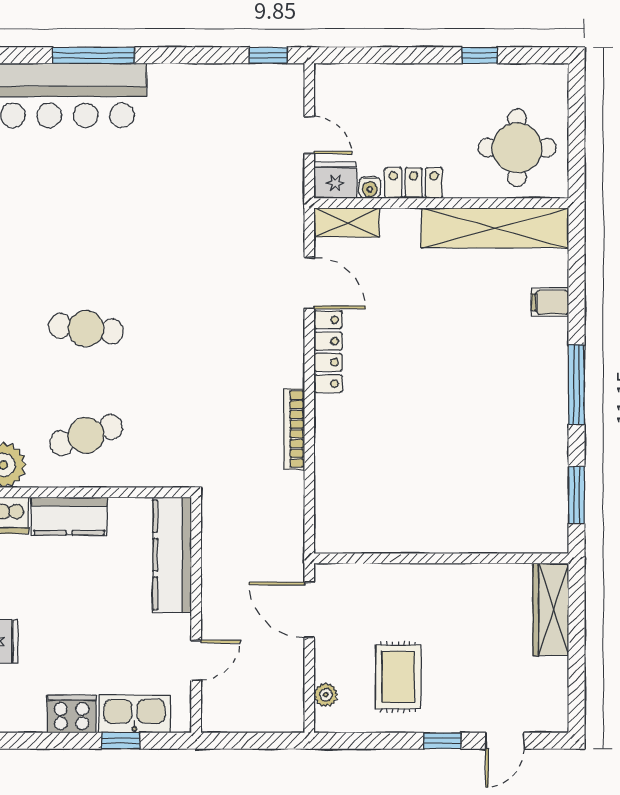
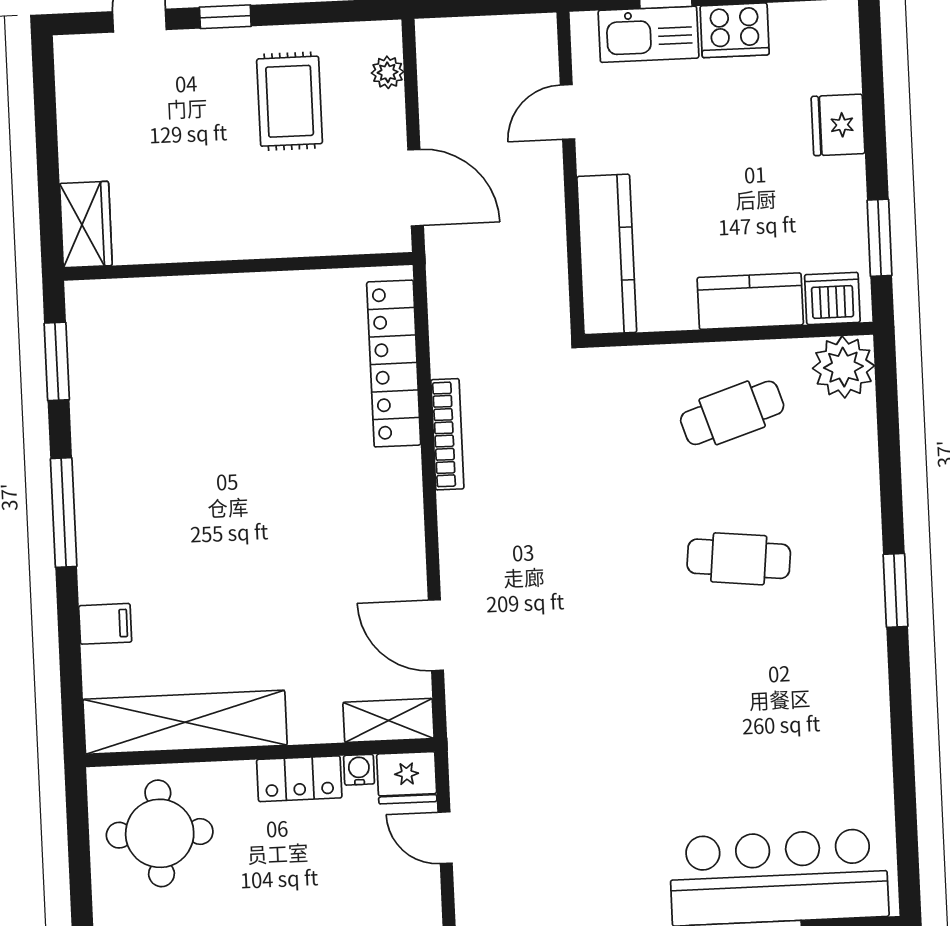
locker: (328, 352) -> (394, 363), moved, width x1.41, depth x1.21
wardrobe: (551, 609) -> (86, 224), width x0.67

